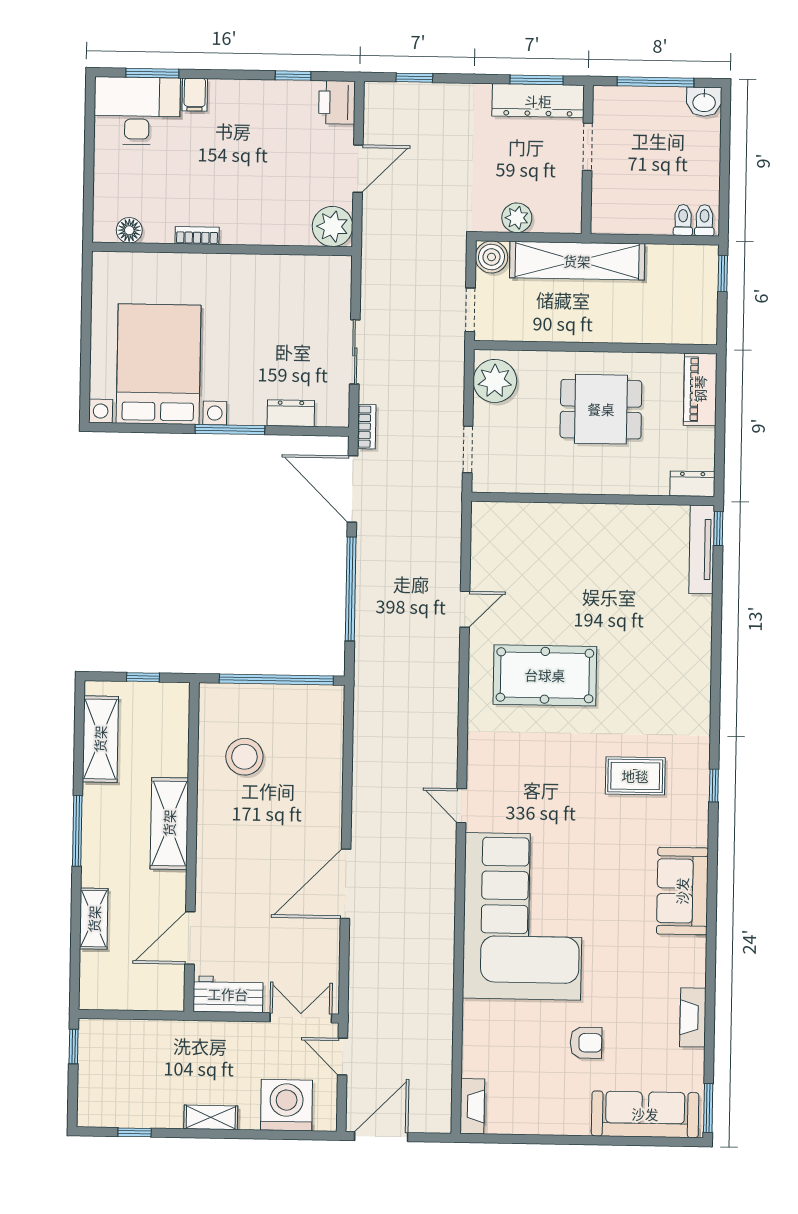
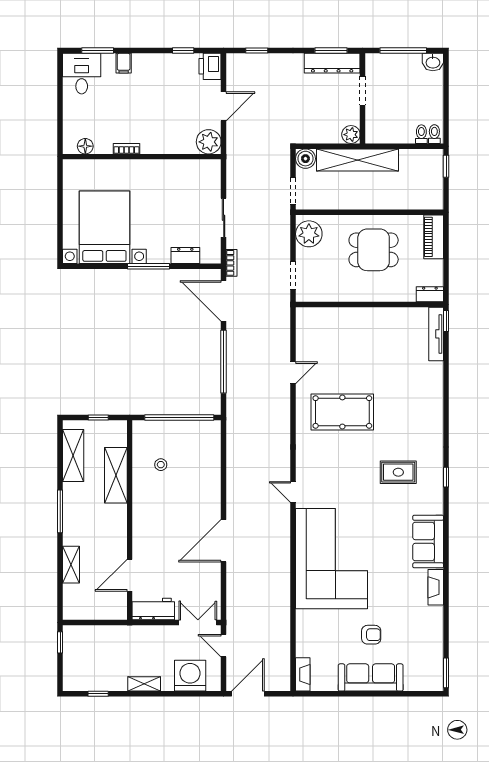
desk: (137, 111) -> (82, 74), width x0.73
plant: (517, 218) -> (351, 135), moved
stool: (244, 757) -> (161, 465), width x0.53, depth x0.53
shelving: (169, 823) -> (116, 475), moved
fireplace: (693, 1017) -> (436, 587), moved
sofa: (645, 1114) -> (371, 677), moved

